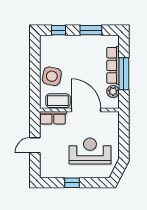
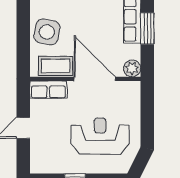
window: (124, 74) -> (147, 28), width x0.69
plant: (113, 91) -> (132, 68), moved

